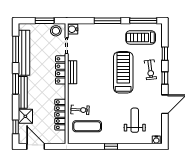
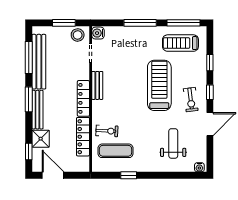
locker: (61, 70) -> (83, 98), moved
exercise bike: (150, 70) -> (191, 100), moved
window: (111, 146) -> (129, 175), moved

